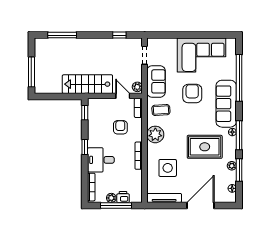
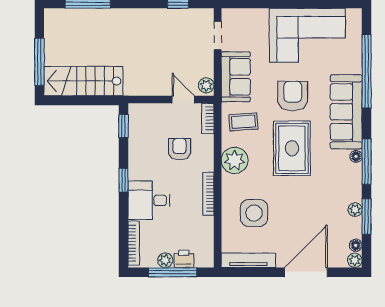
stairs: (87, 84) -> (83, 81), moved
rug: (205, 147) -> (292, 148), moved, turned 90
plant: (232, 198) -> (355, 260), added

